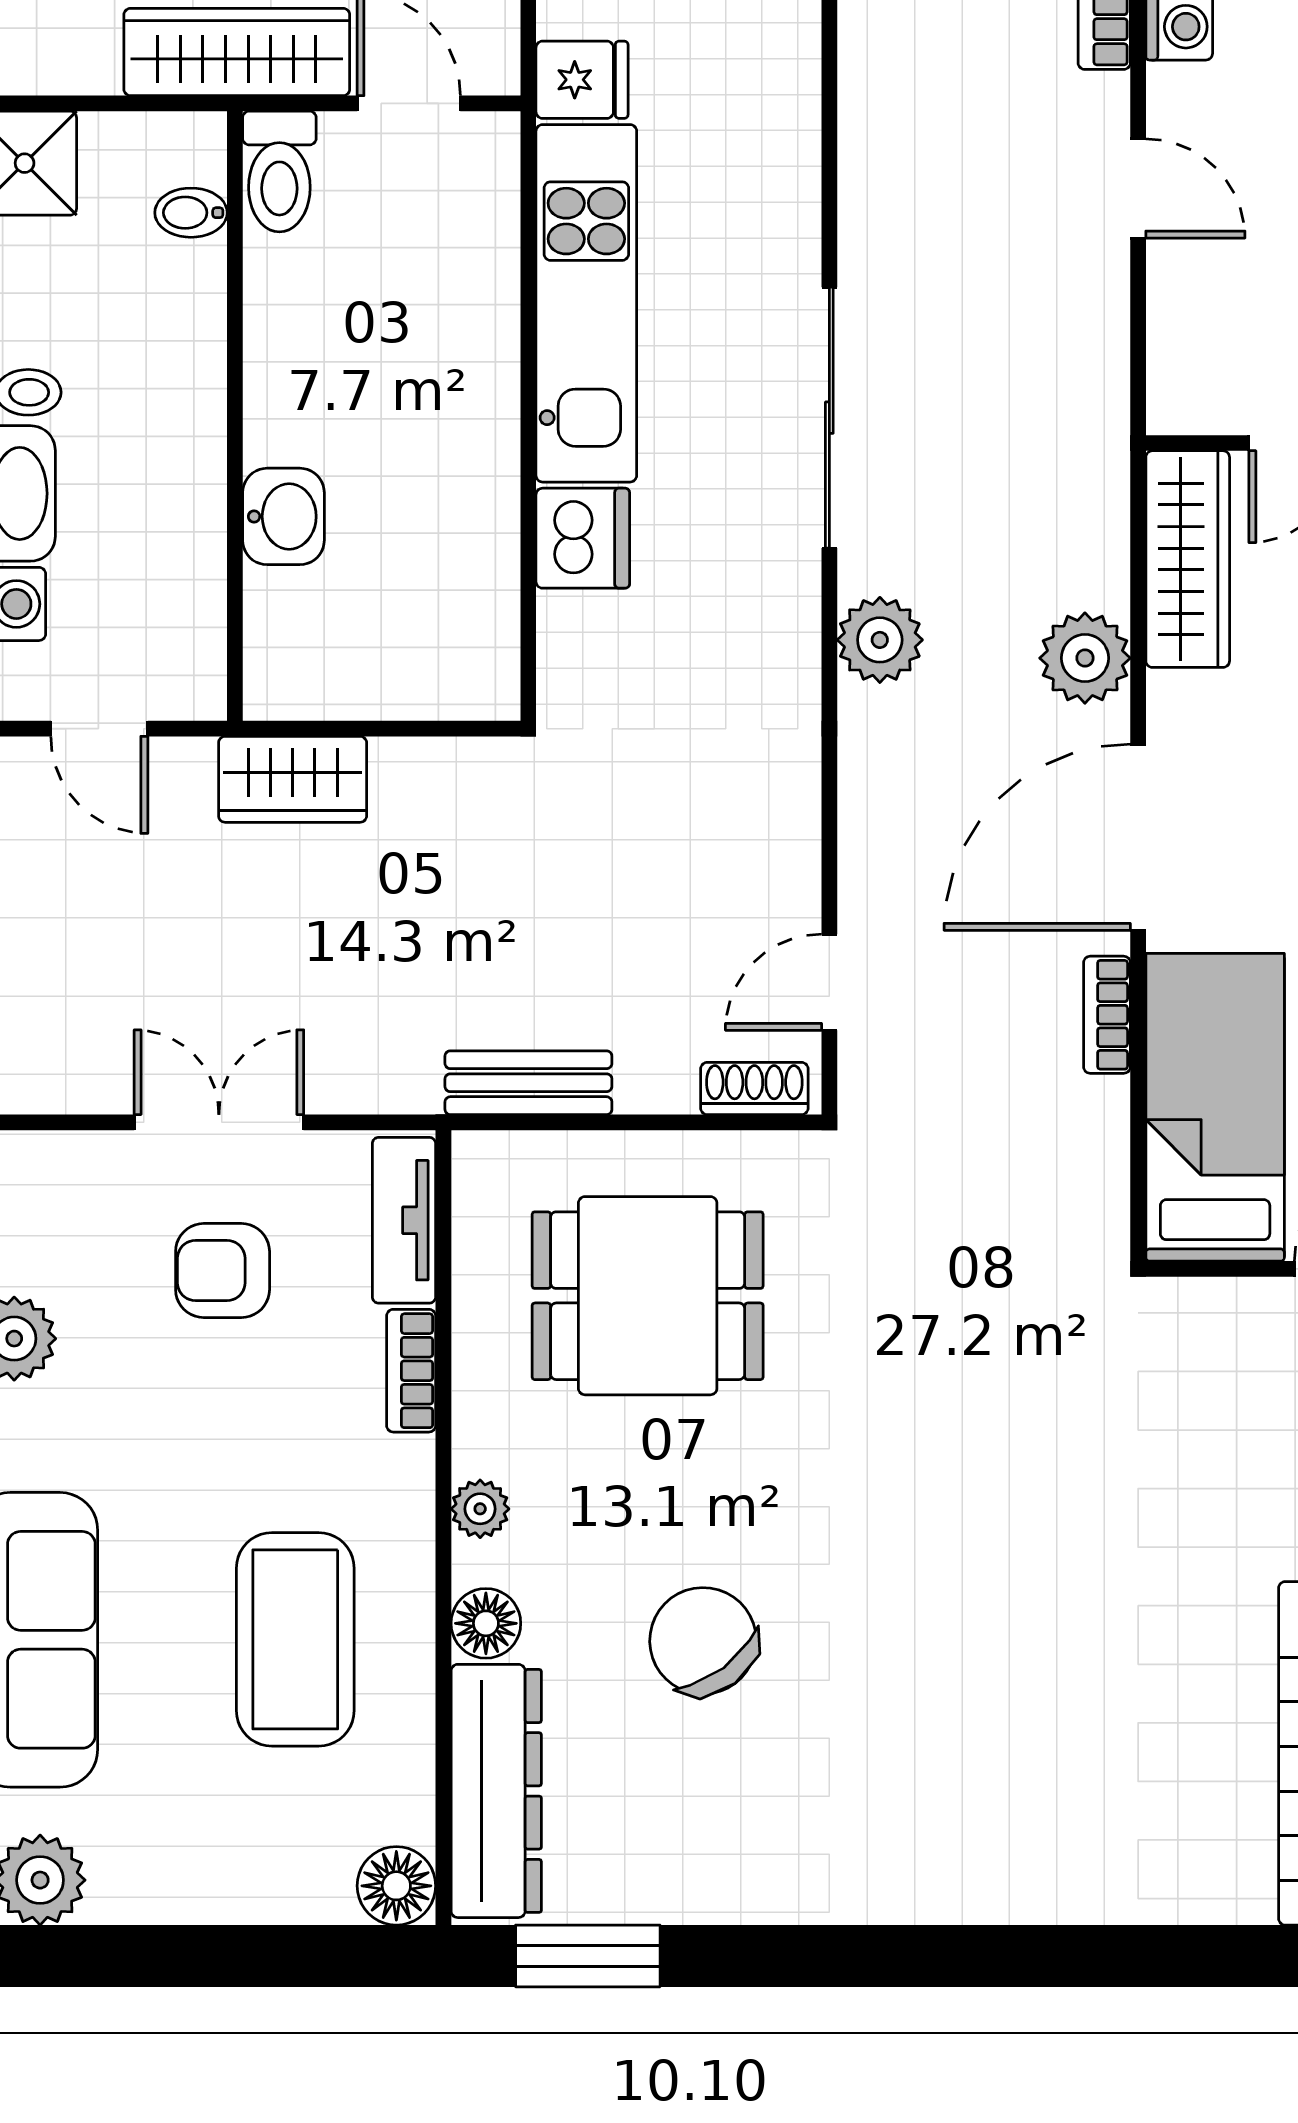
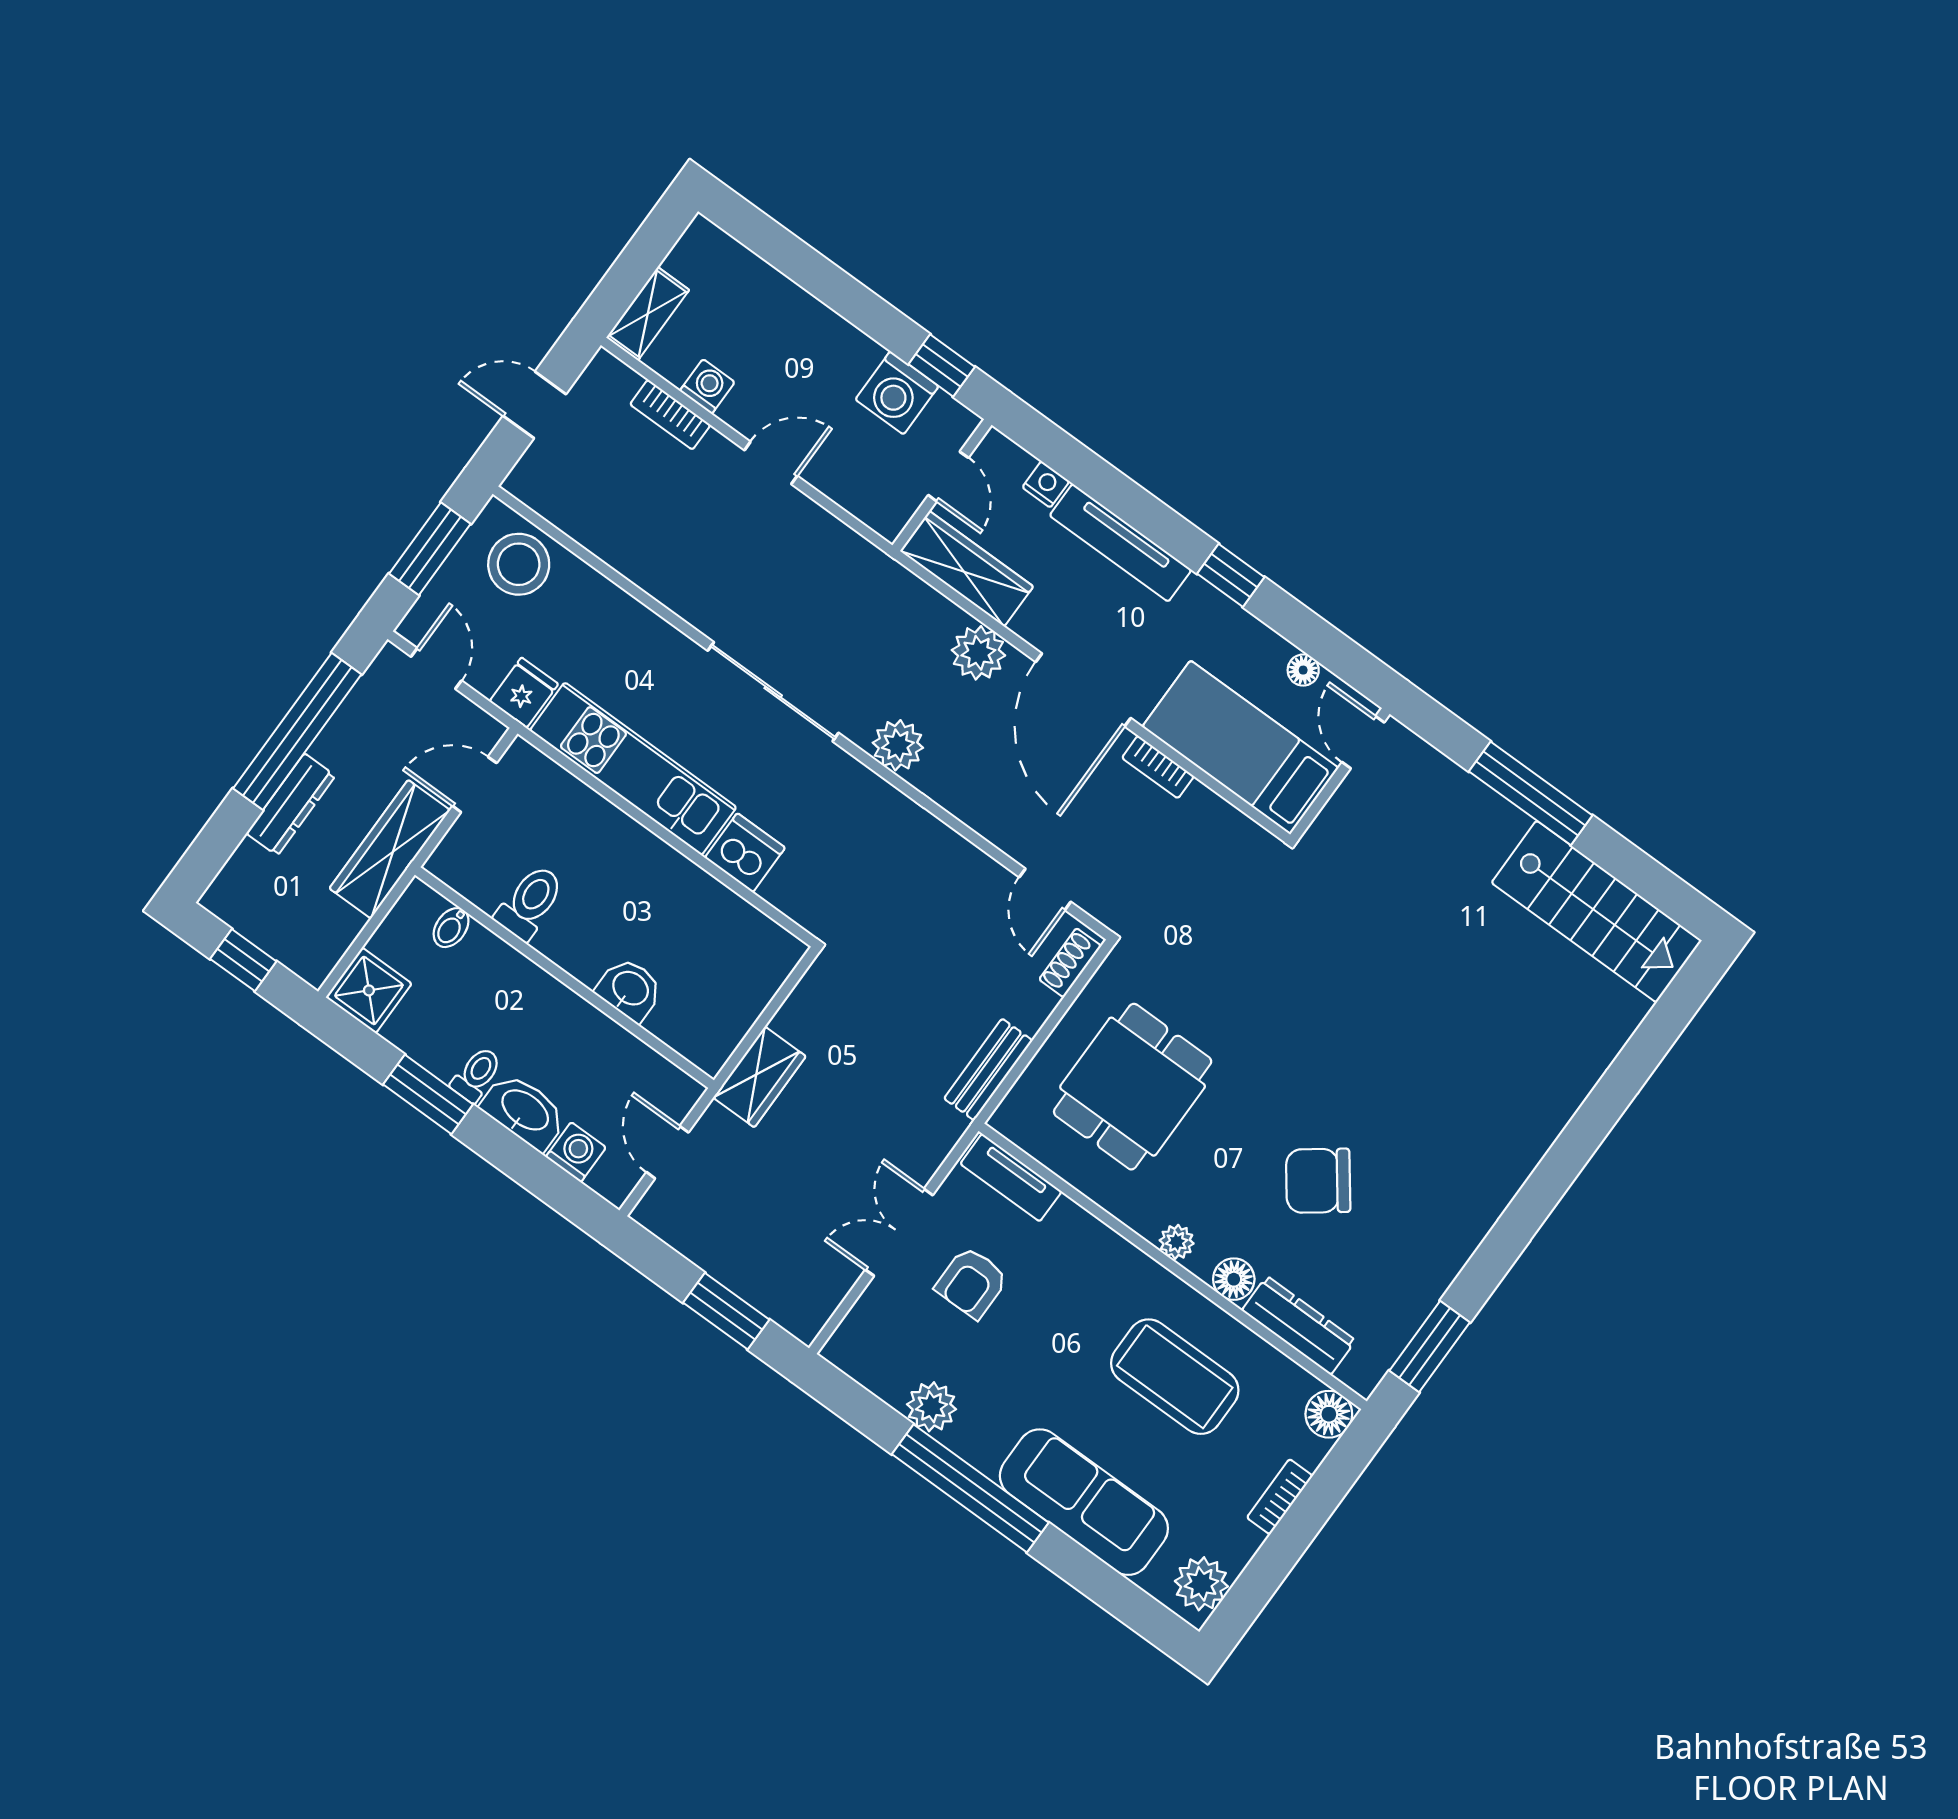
toilet: (279, 172) -> (530, 902), moved, turned -90
door: (99, 729) -> (667, 1152), swing flipped
bookcase: (411, 1371) -> (1280, 1497), moved, turned 90
dresser: (496, 1791) -> (1299, 1325), width x0.73, depth x0.80

